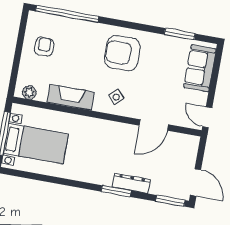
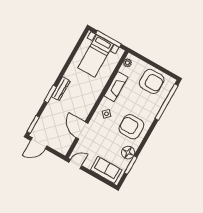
floor lamp: (162, 45) -> (128, 153), added
armchair: (44, 47) -> (152, 81), width x1.88, depth x1.88
armchair: (122, 53) -> (131, 127), turned -90
dresser: (131, 183) -> (61, 89), moved

